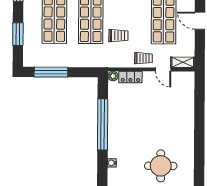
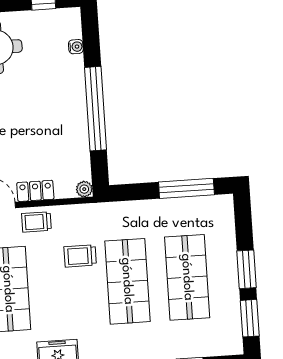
window: (18, 34) -> (247, 269), moved
locker: (130, 77) -> (35, 191), moved

